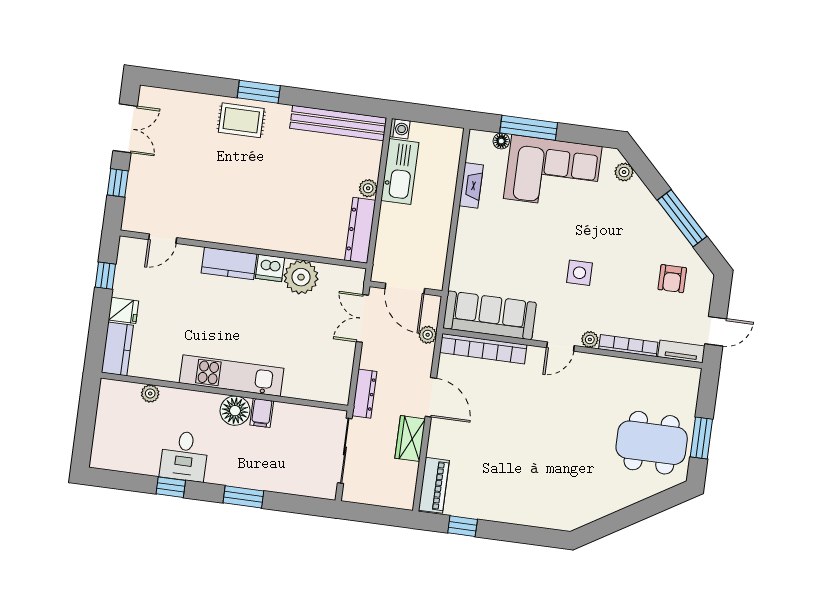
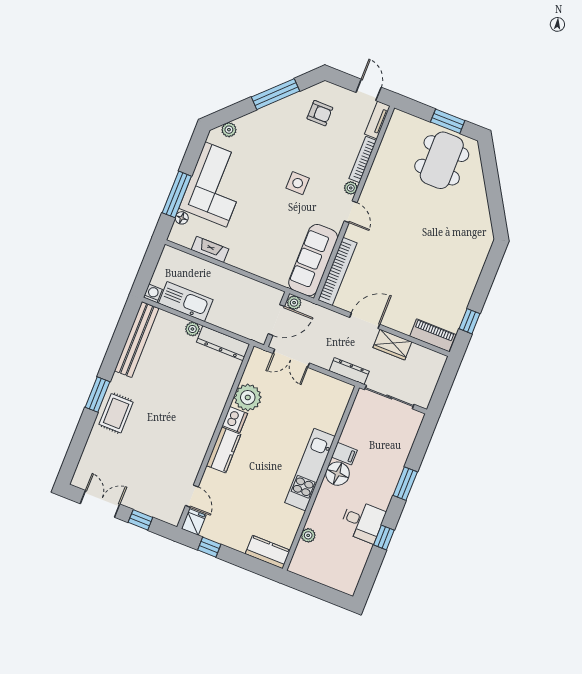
fridge: (123, 310) -> (194, 522), moved
plant: (428, 335) -> (294, 303), moved

